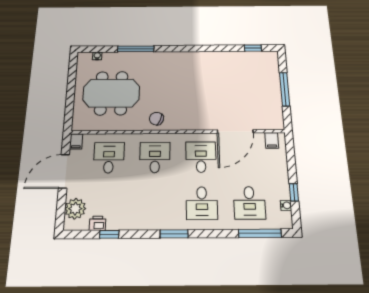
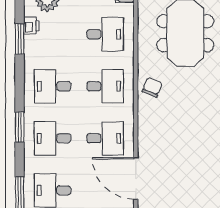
desk: (154, 203) -> (53, 86), added
window: (109, 234) -> (20, 39), width x1.50
window: (174, 234) -> (20, 127), moved

